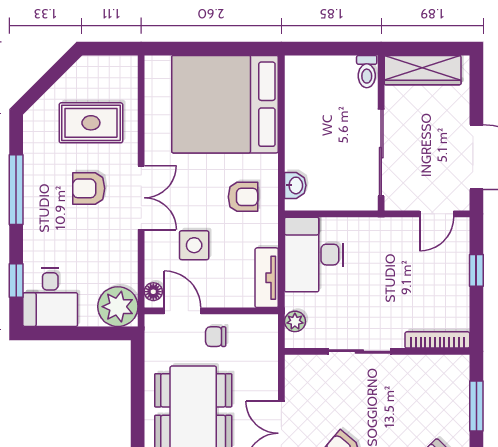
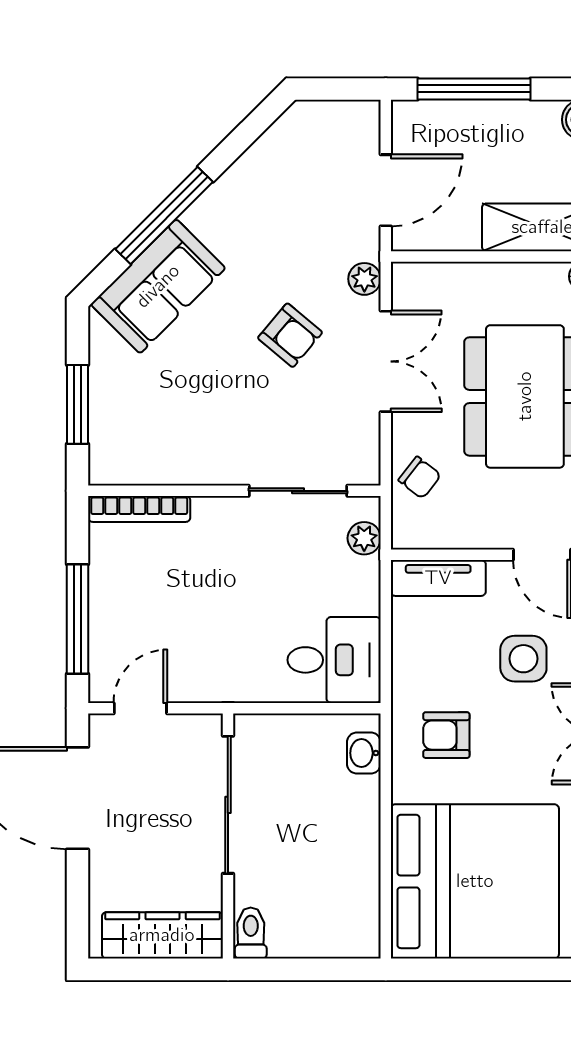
desk: (314, 255) -> (334, 660), width x0.73
window: (476, 270) -> (78, 619), width x2.17
tv unit: (267, 278) -> (438, 578), moved, turned 90
chair: (216, 337) -> (420, 478), moved, turned 38
sliding door: (359, 351) -> (298, 491), moved

